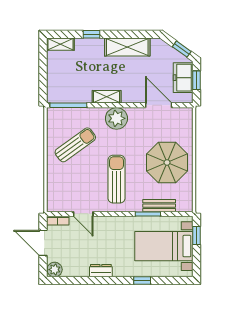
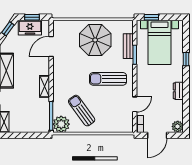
plant: (116, 118) -> (61, 124), moved

